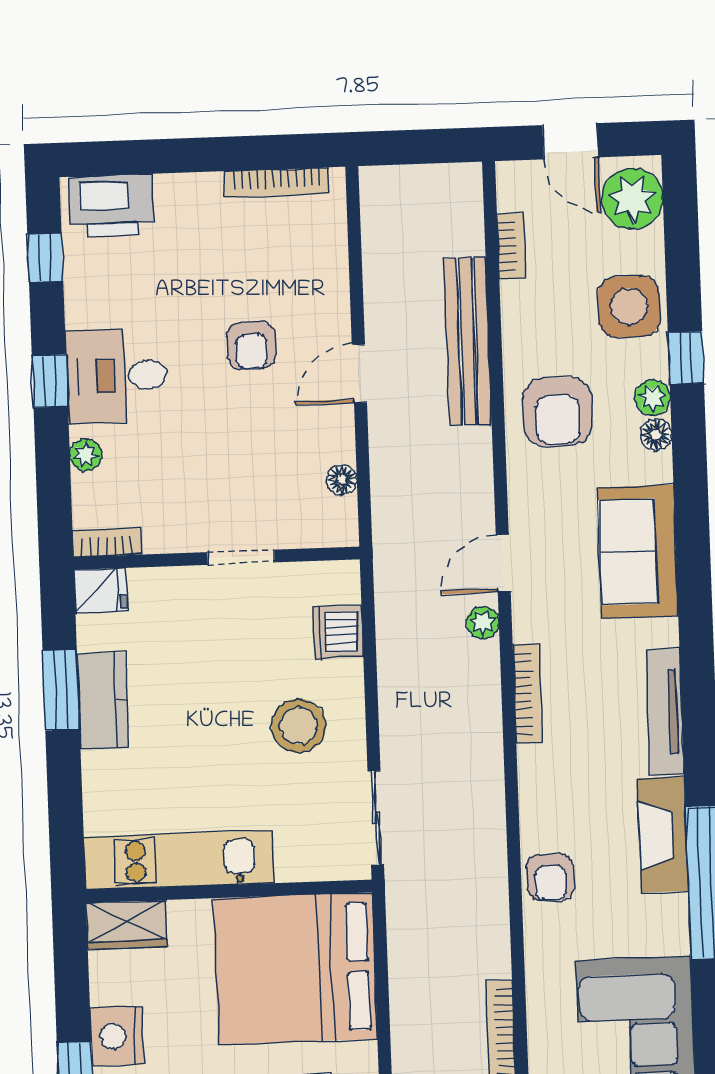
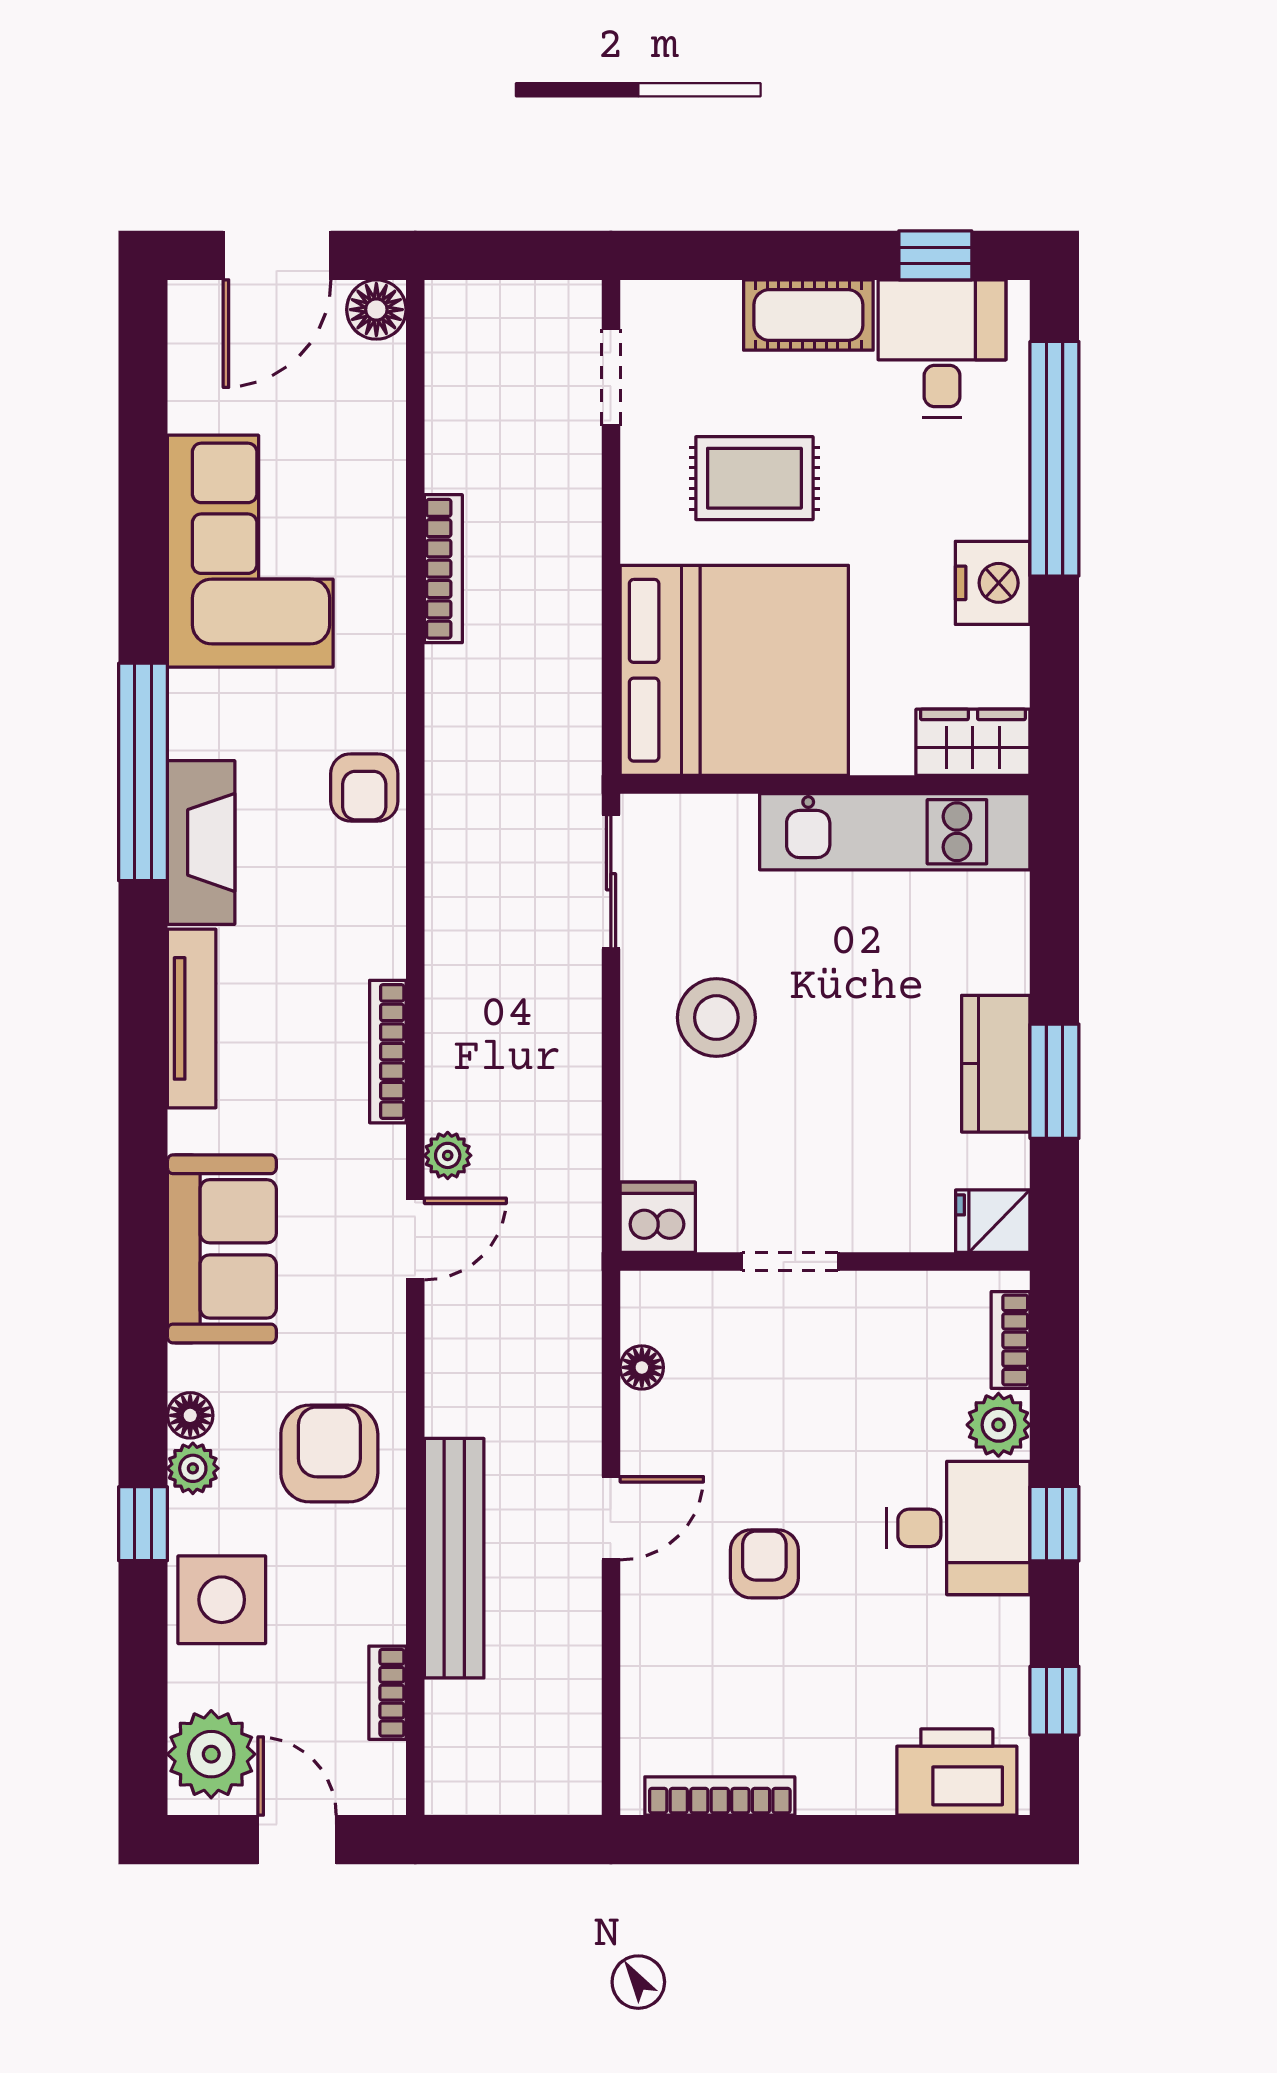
plant: (86, 455) -> (998, 1425), width x1.38, depth x1.38
bookcase: (107, 542) -> (1011, 1340), moved, turned 90
dishwasher: (338, 632) -> (658, 1217), moved, turned -90
armchair: (550, 877) -> (364, 787), turned 180

